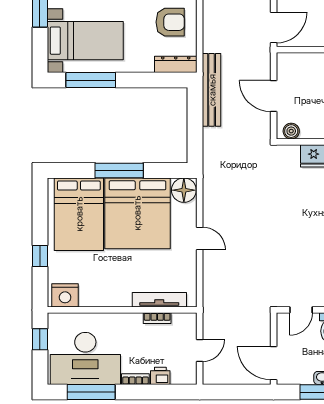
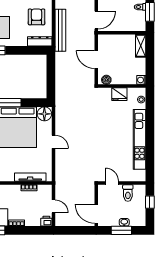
armchair: (170, 22) -> (37, 17), turned -90
bench: (212, 90) -> (60, 30), moved
door: (301, 310) -> (112, 183), swing flipped
door: (200, 350) -> (54, 206), hinge flipped
printer: (160, 376) -> (46, 221), moved

